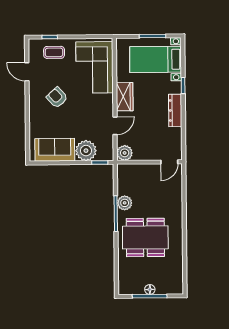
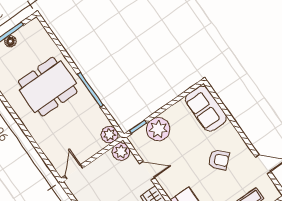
door: (115, 126) -> (147, 171), swing flipped
sofa: (55, 150) -> (206, 109), moved, turned 90
plant: (125, 203) -> (109, 135), moved

